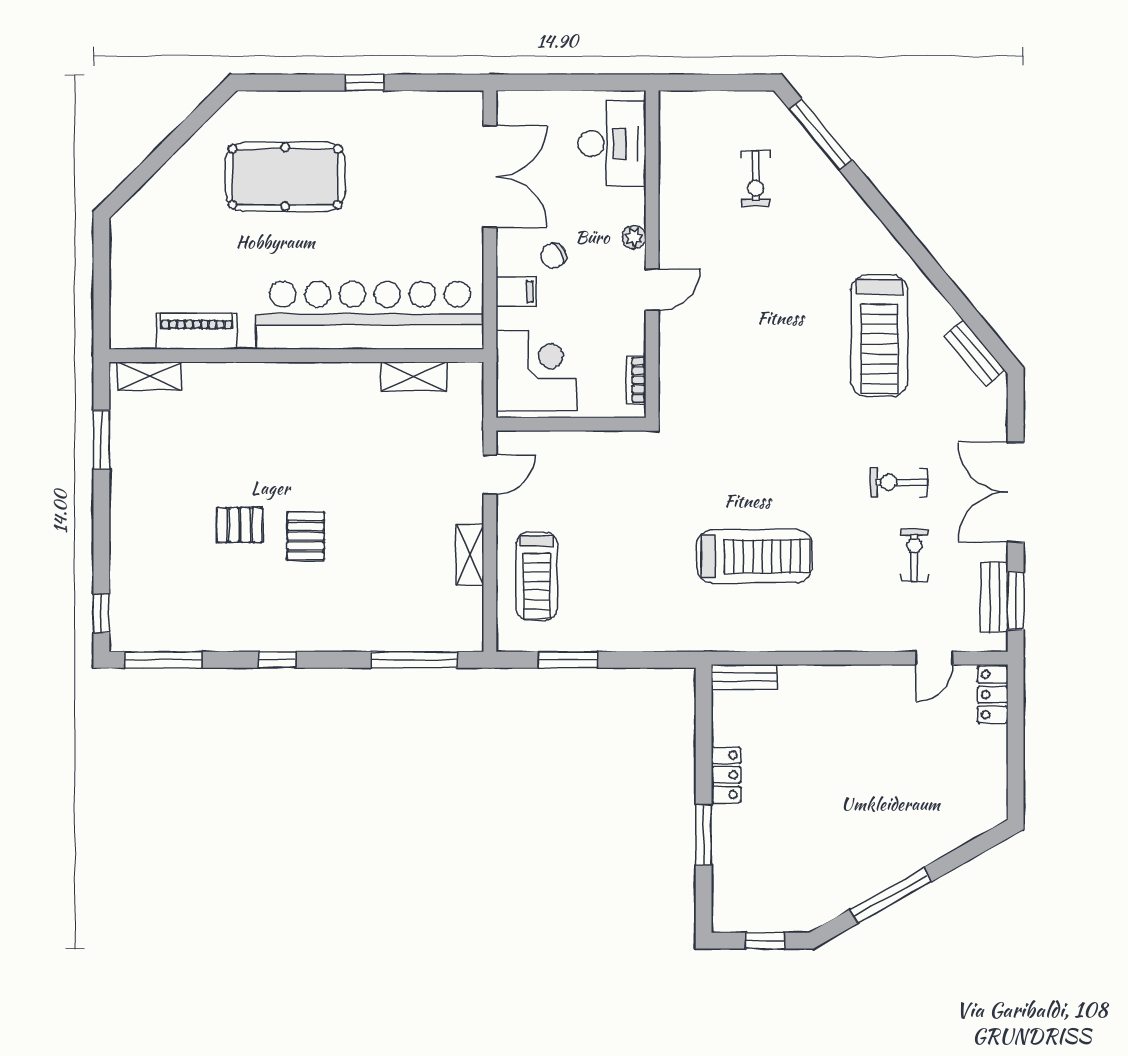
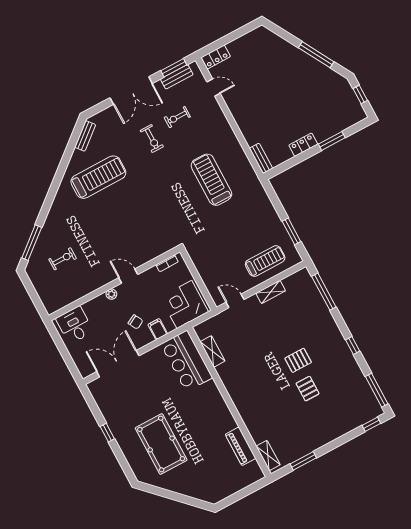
desk: (612, 144) -> (75, 325), width x0.73
bar counter: (370, 315) -> (187, 361), width x0.54

